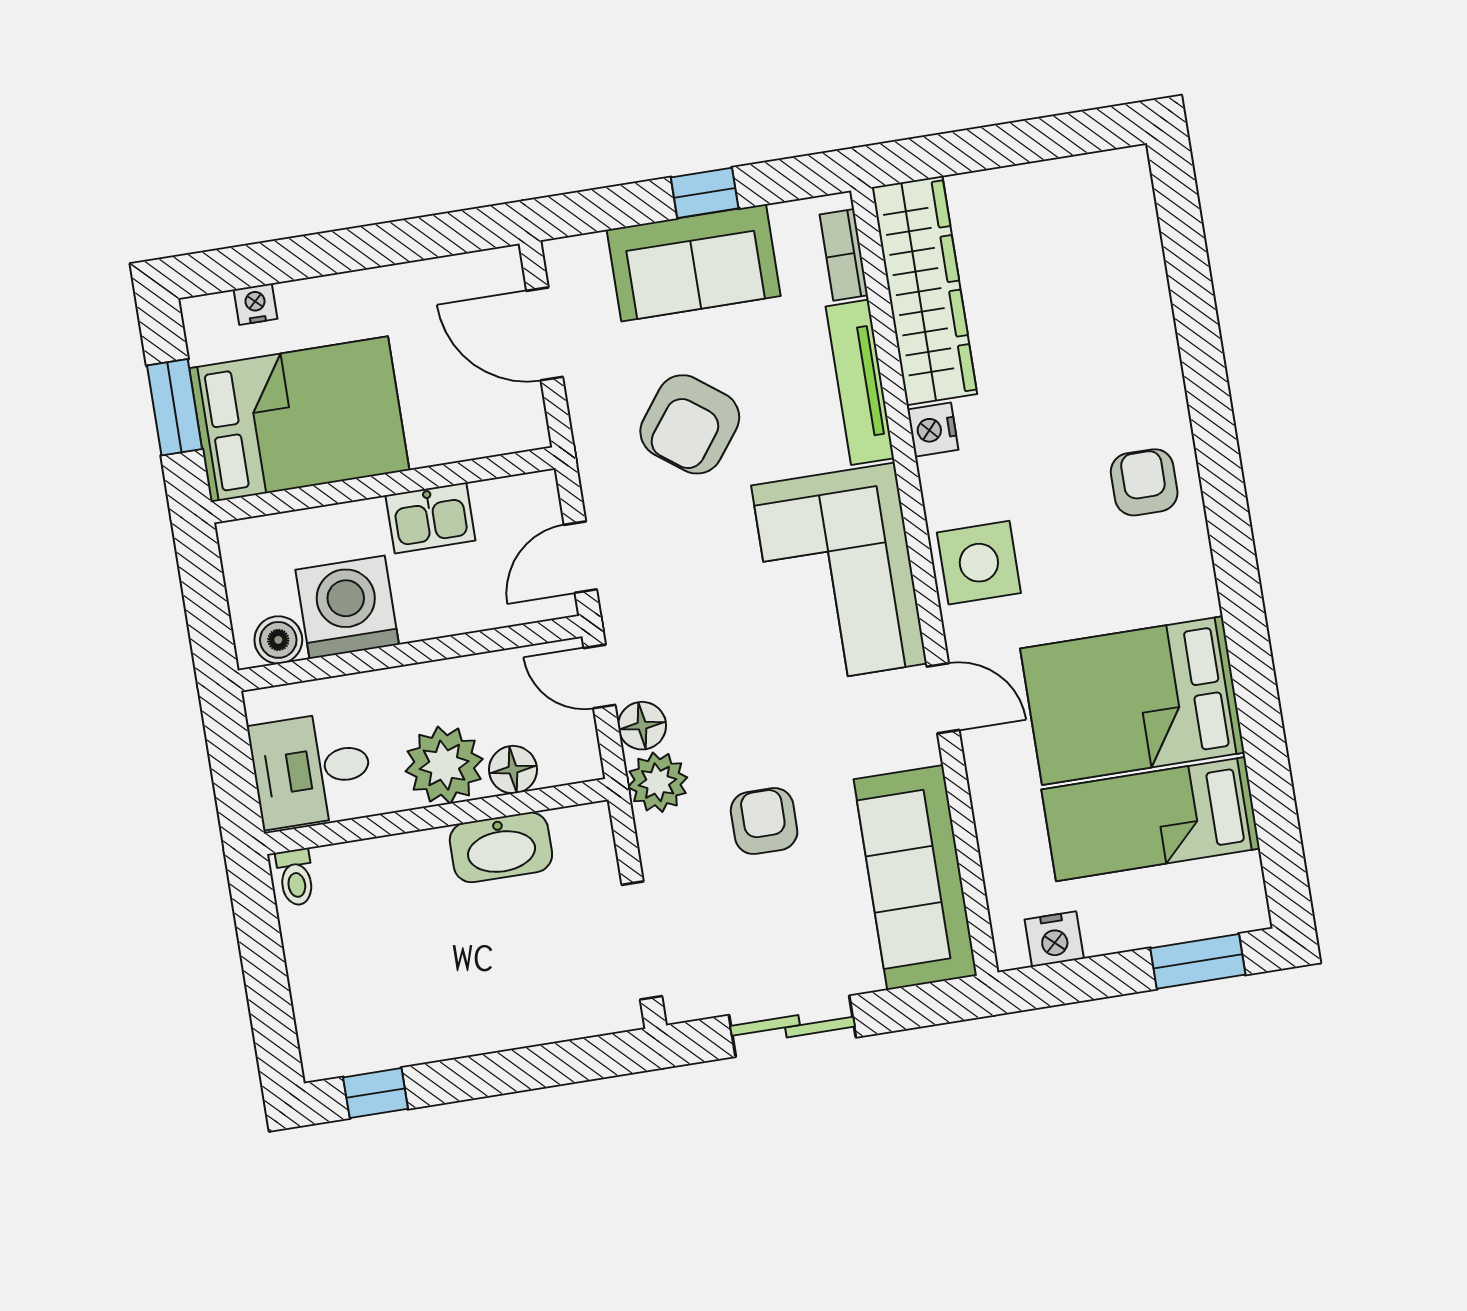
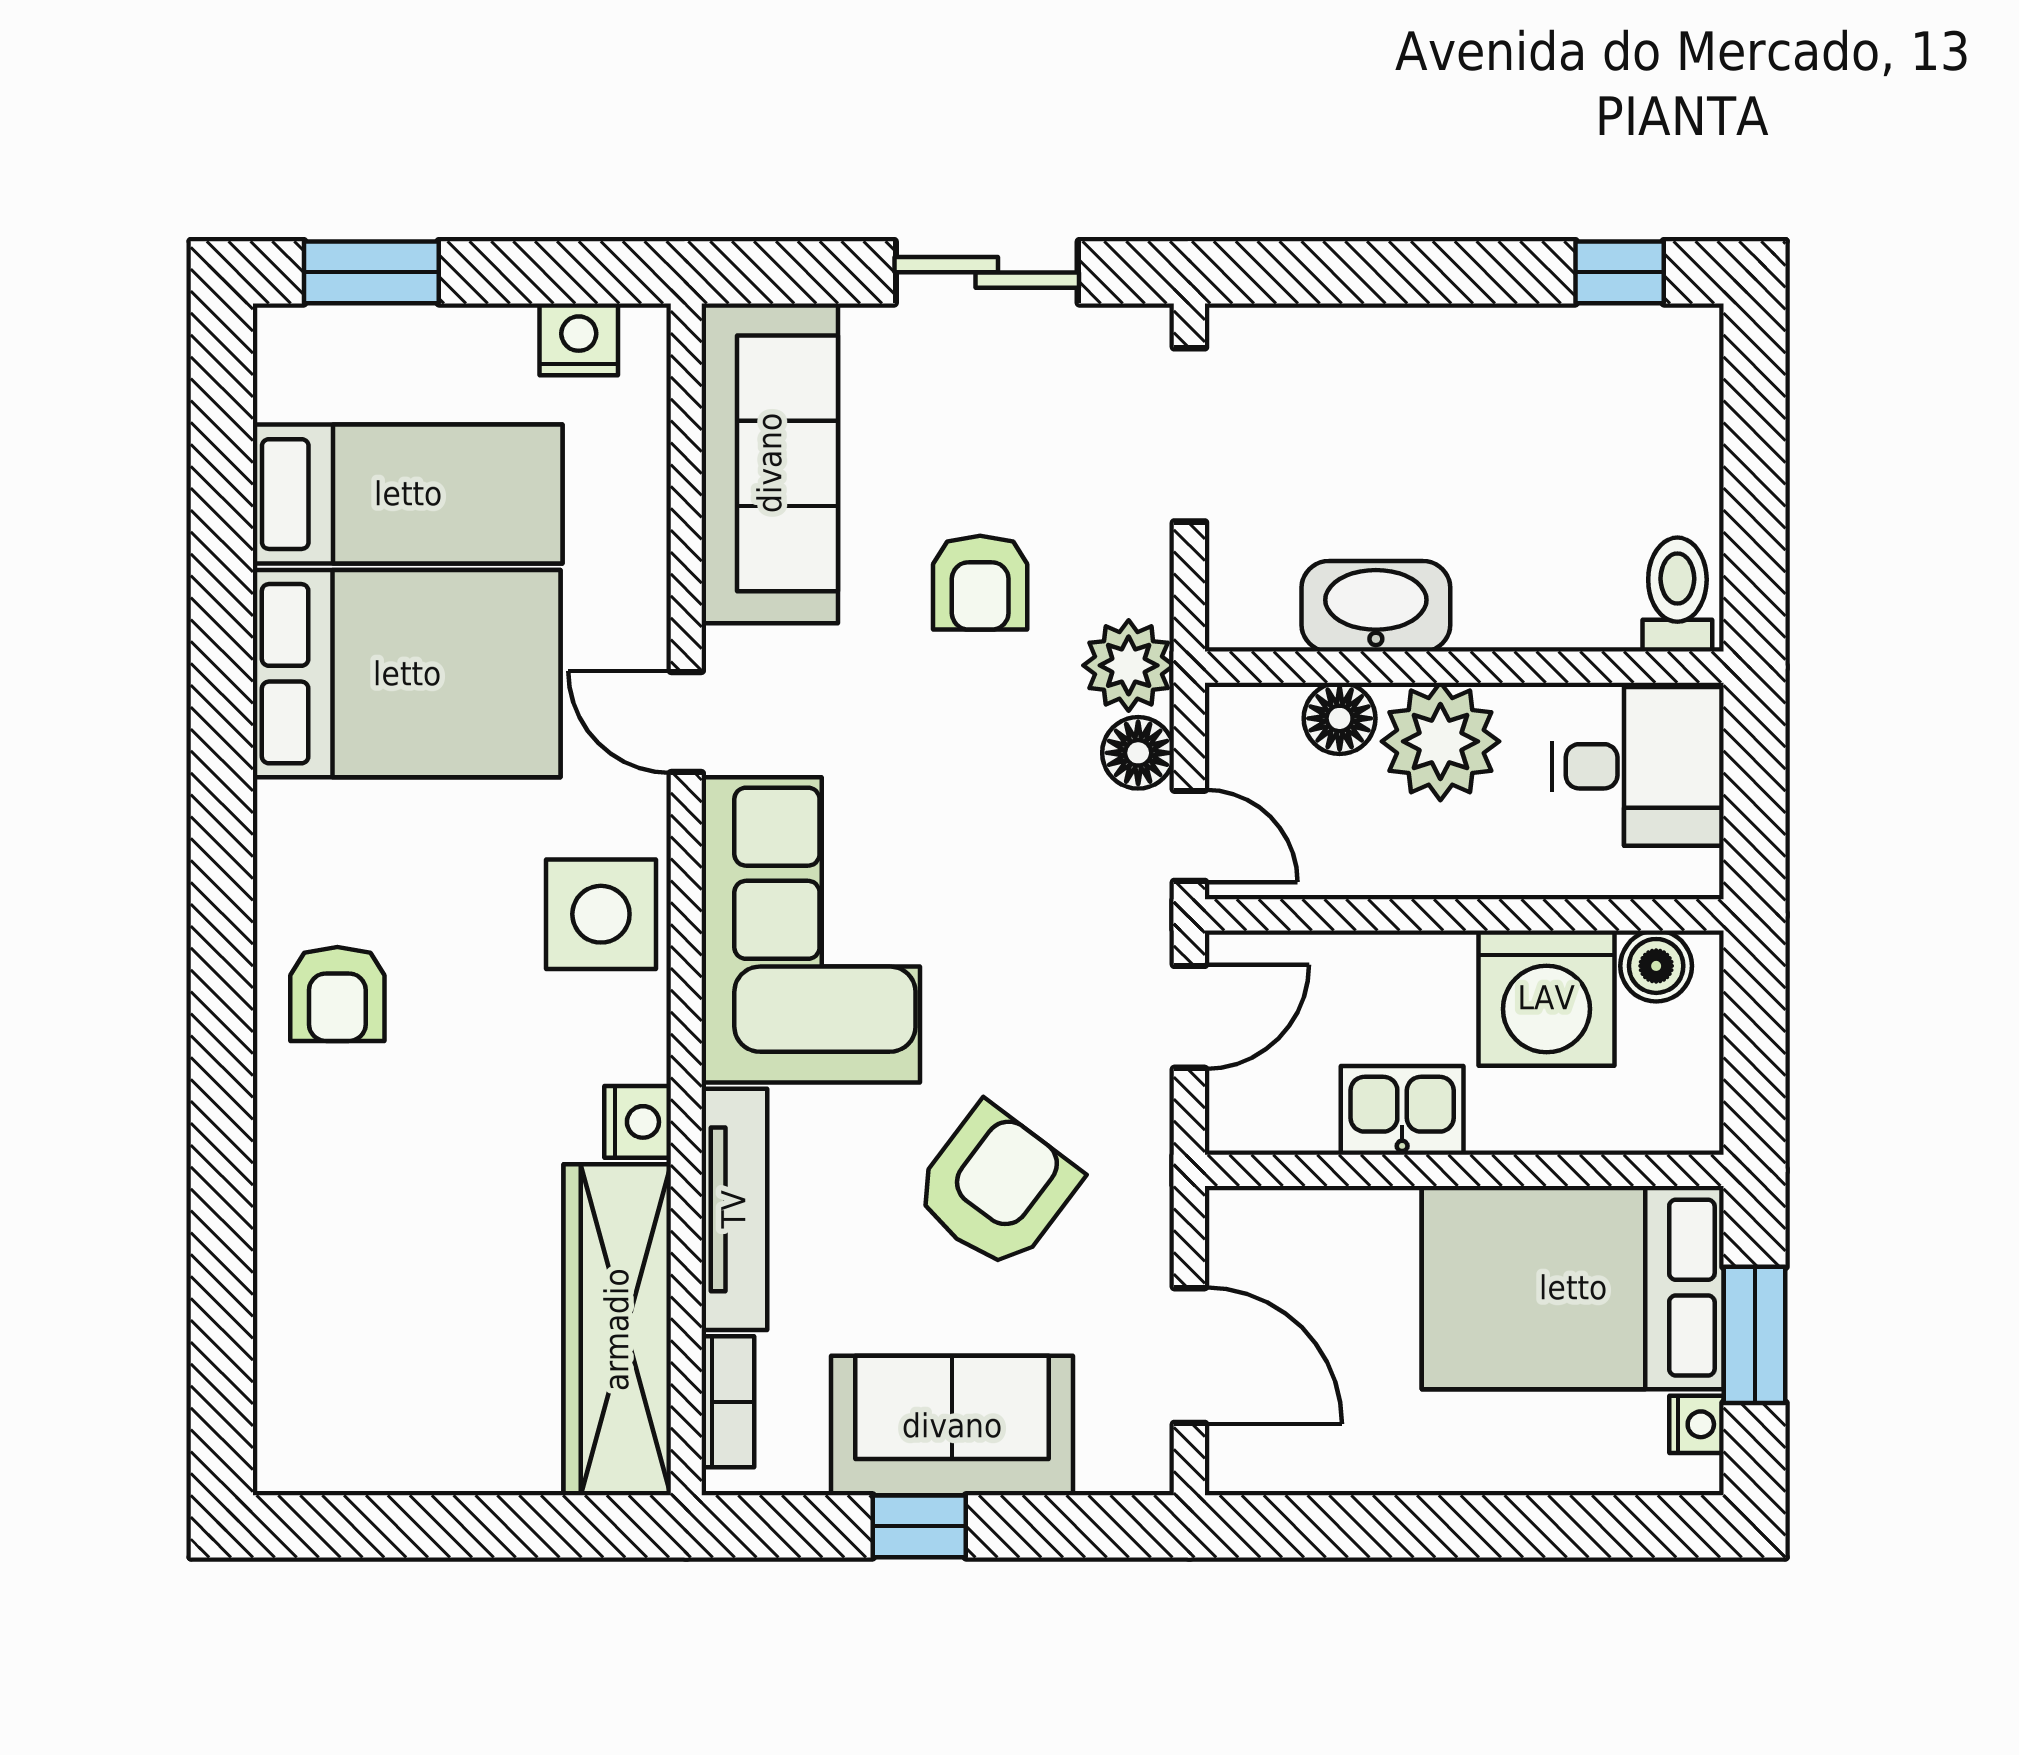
nightstand: (255, 304) -> (1696, 1424), moved, turned -90
toilet: (296, 877) -> (1677, 595), width x1.37, depth x1.39

